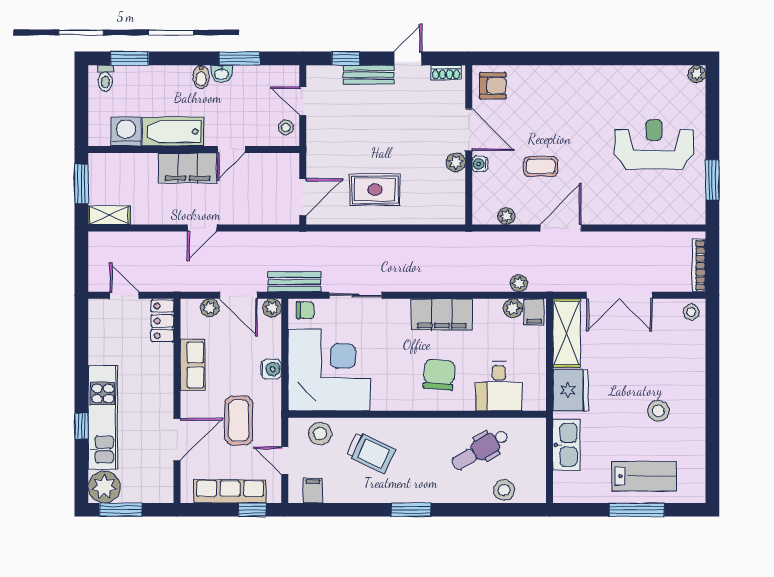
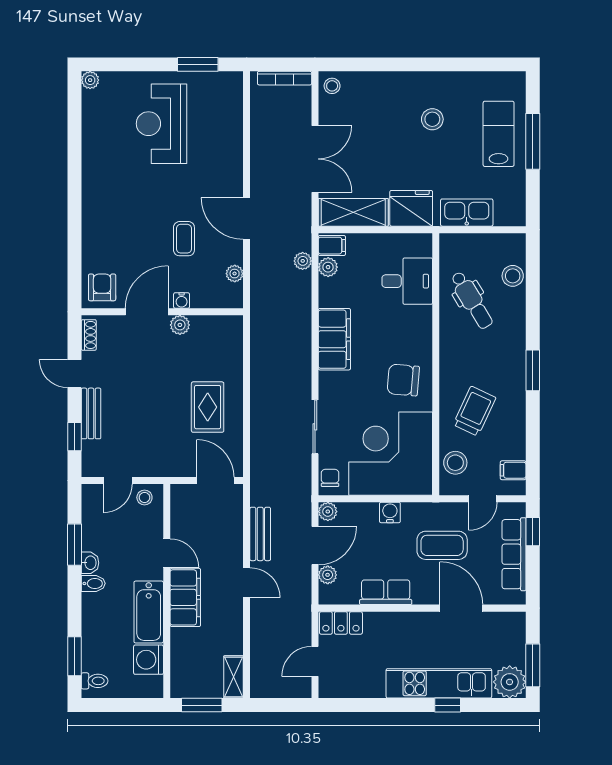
bench: (295, 282) -> (260, 534), moved
chair: (439, 375) -> (403, 380), moved

